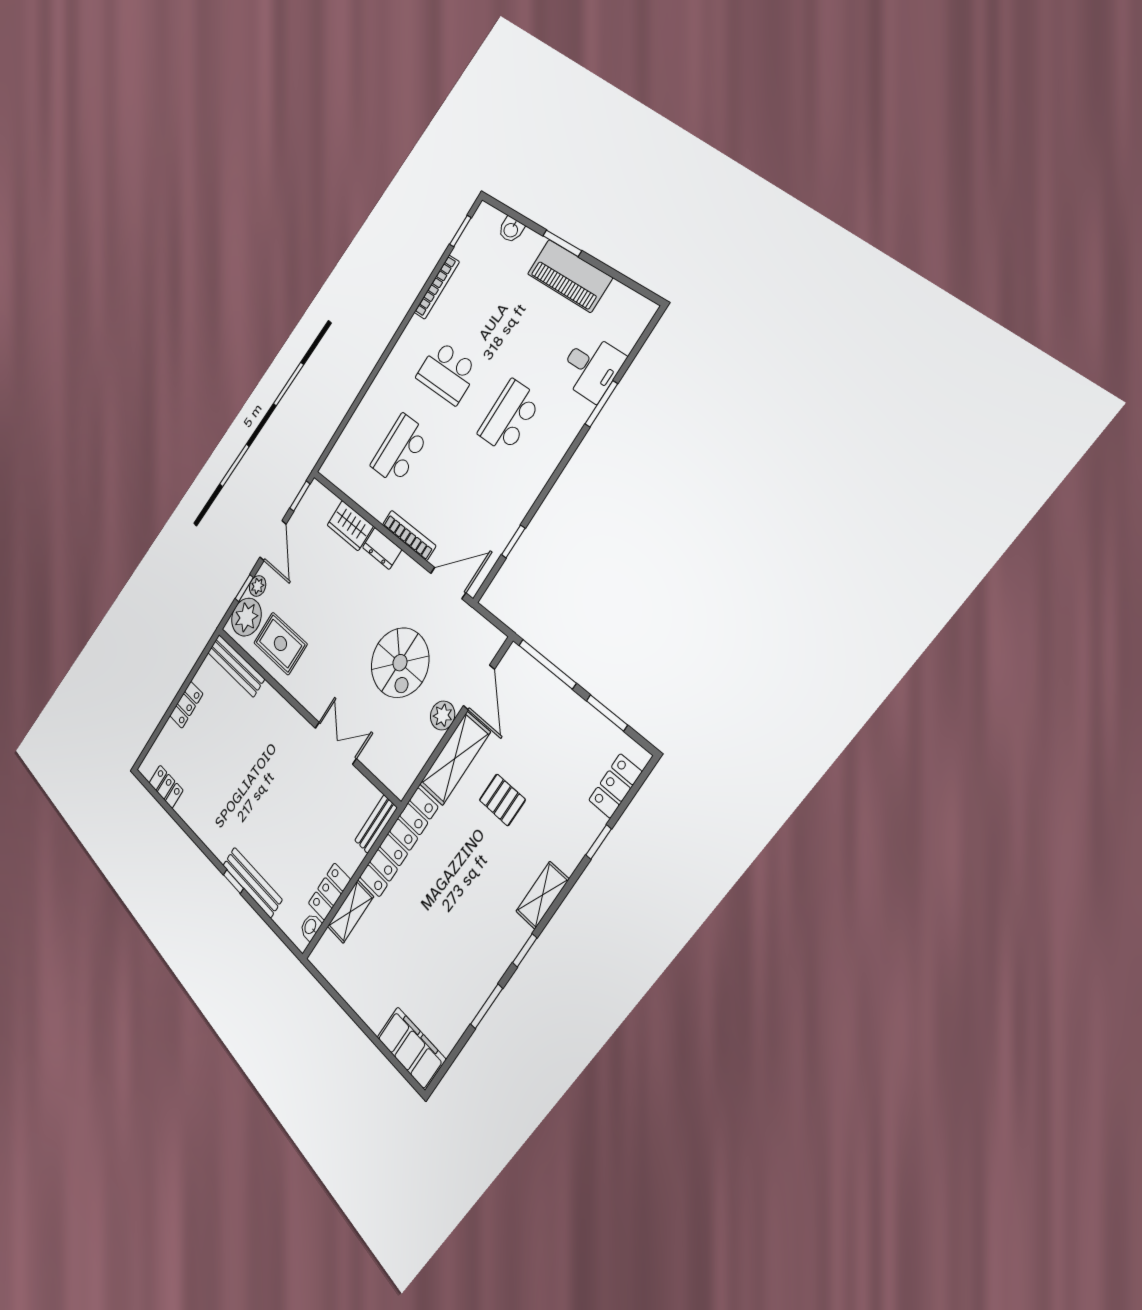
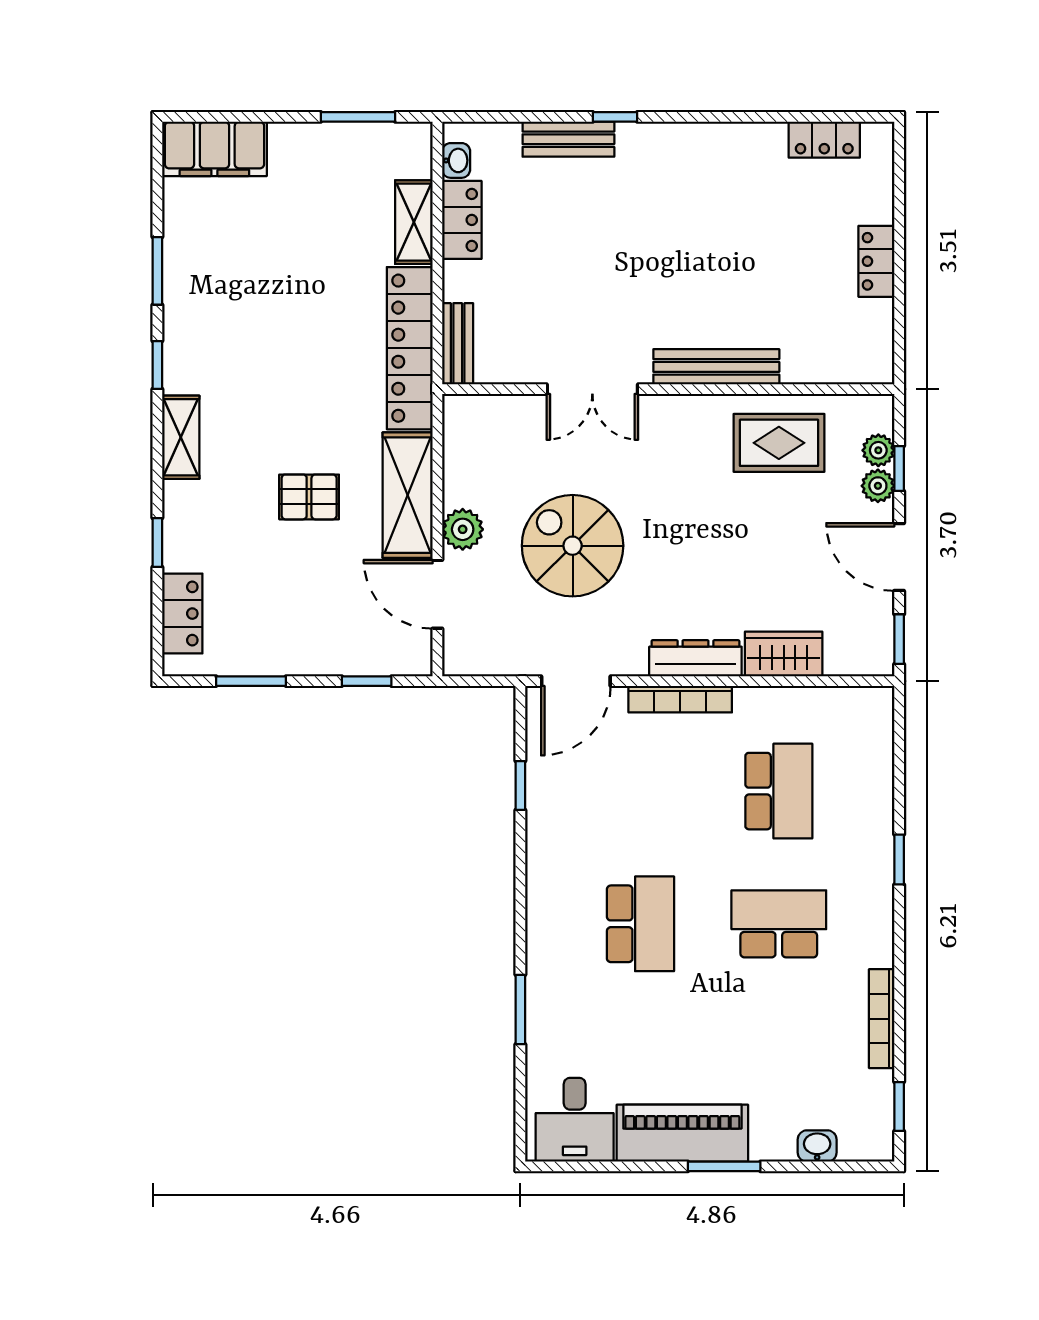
desk: (591, 367) -> (575, 1120), moved, turned -90
window: (374, 374) -> (899, 859), added
dresser: (382, 548) -> (695, 658), width x1.44
plant: (246, 617) -> (878, 450), width x0.53, depth x0.53
window: (547, 664) -> (367, 681), width x0.46
bench: (236, 666) -> (716, 367), moved
bench: (252, 882) -> (568, 139), width x0.73
window: (336, 996) -> (358, 117), added

